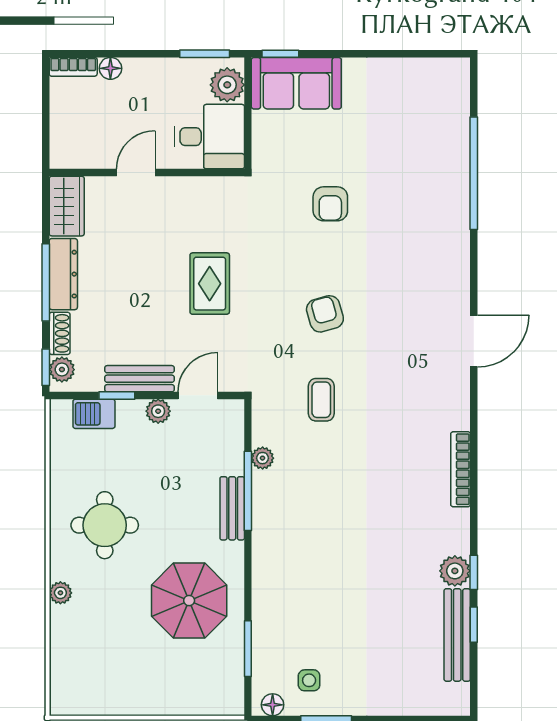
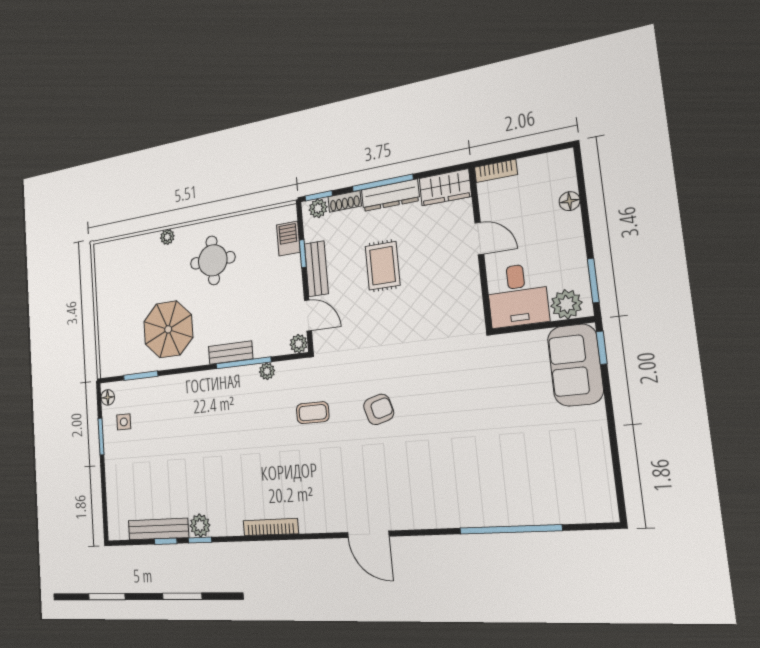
bookcase: (73, 67) -> (496, 171), moved, turned -90
armchair: (330, 204) -> (470, 405), removed
rug: (210, 284) -> (383, 266), moved, turned 90
plant: (158, 411) -> (299, 344), moved

